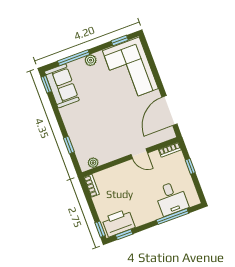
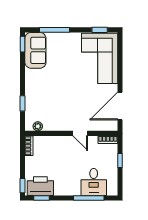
plant: (91, 60) -> (68, 37), removed

